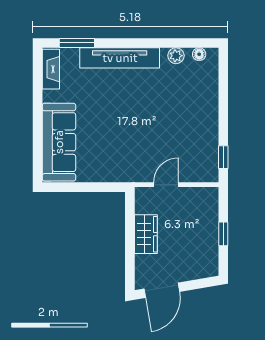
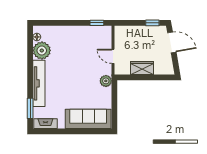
plant: (176, 56) -> (42, 50), width x1.87, depth x1.87
plant: (124, 172) -> (106, 81), added
window: (223, 234) -> (152, 23), moved
door: (162, 290) -> (172, 42), moved

